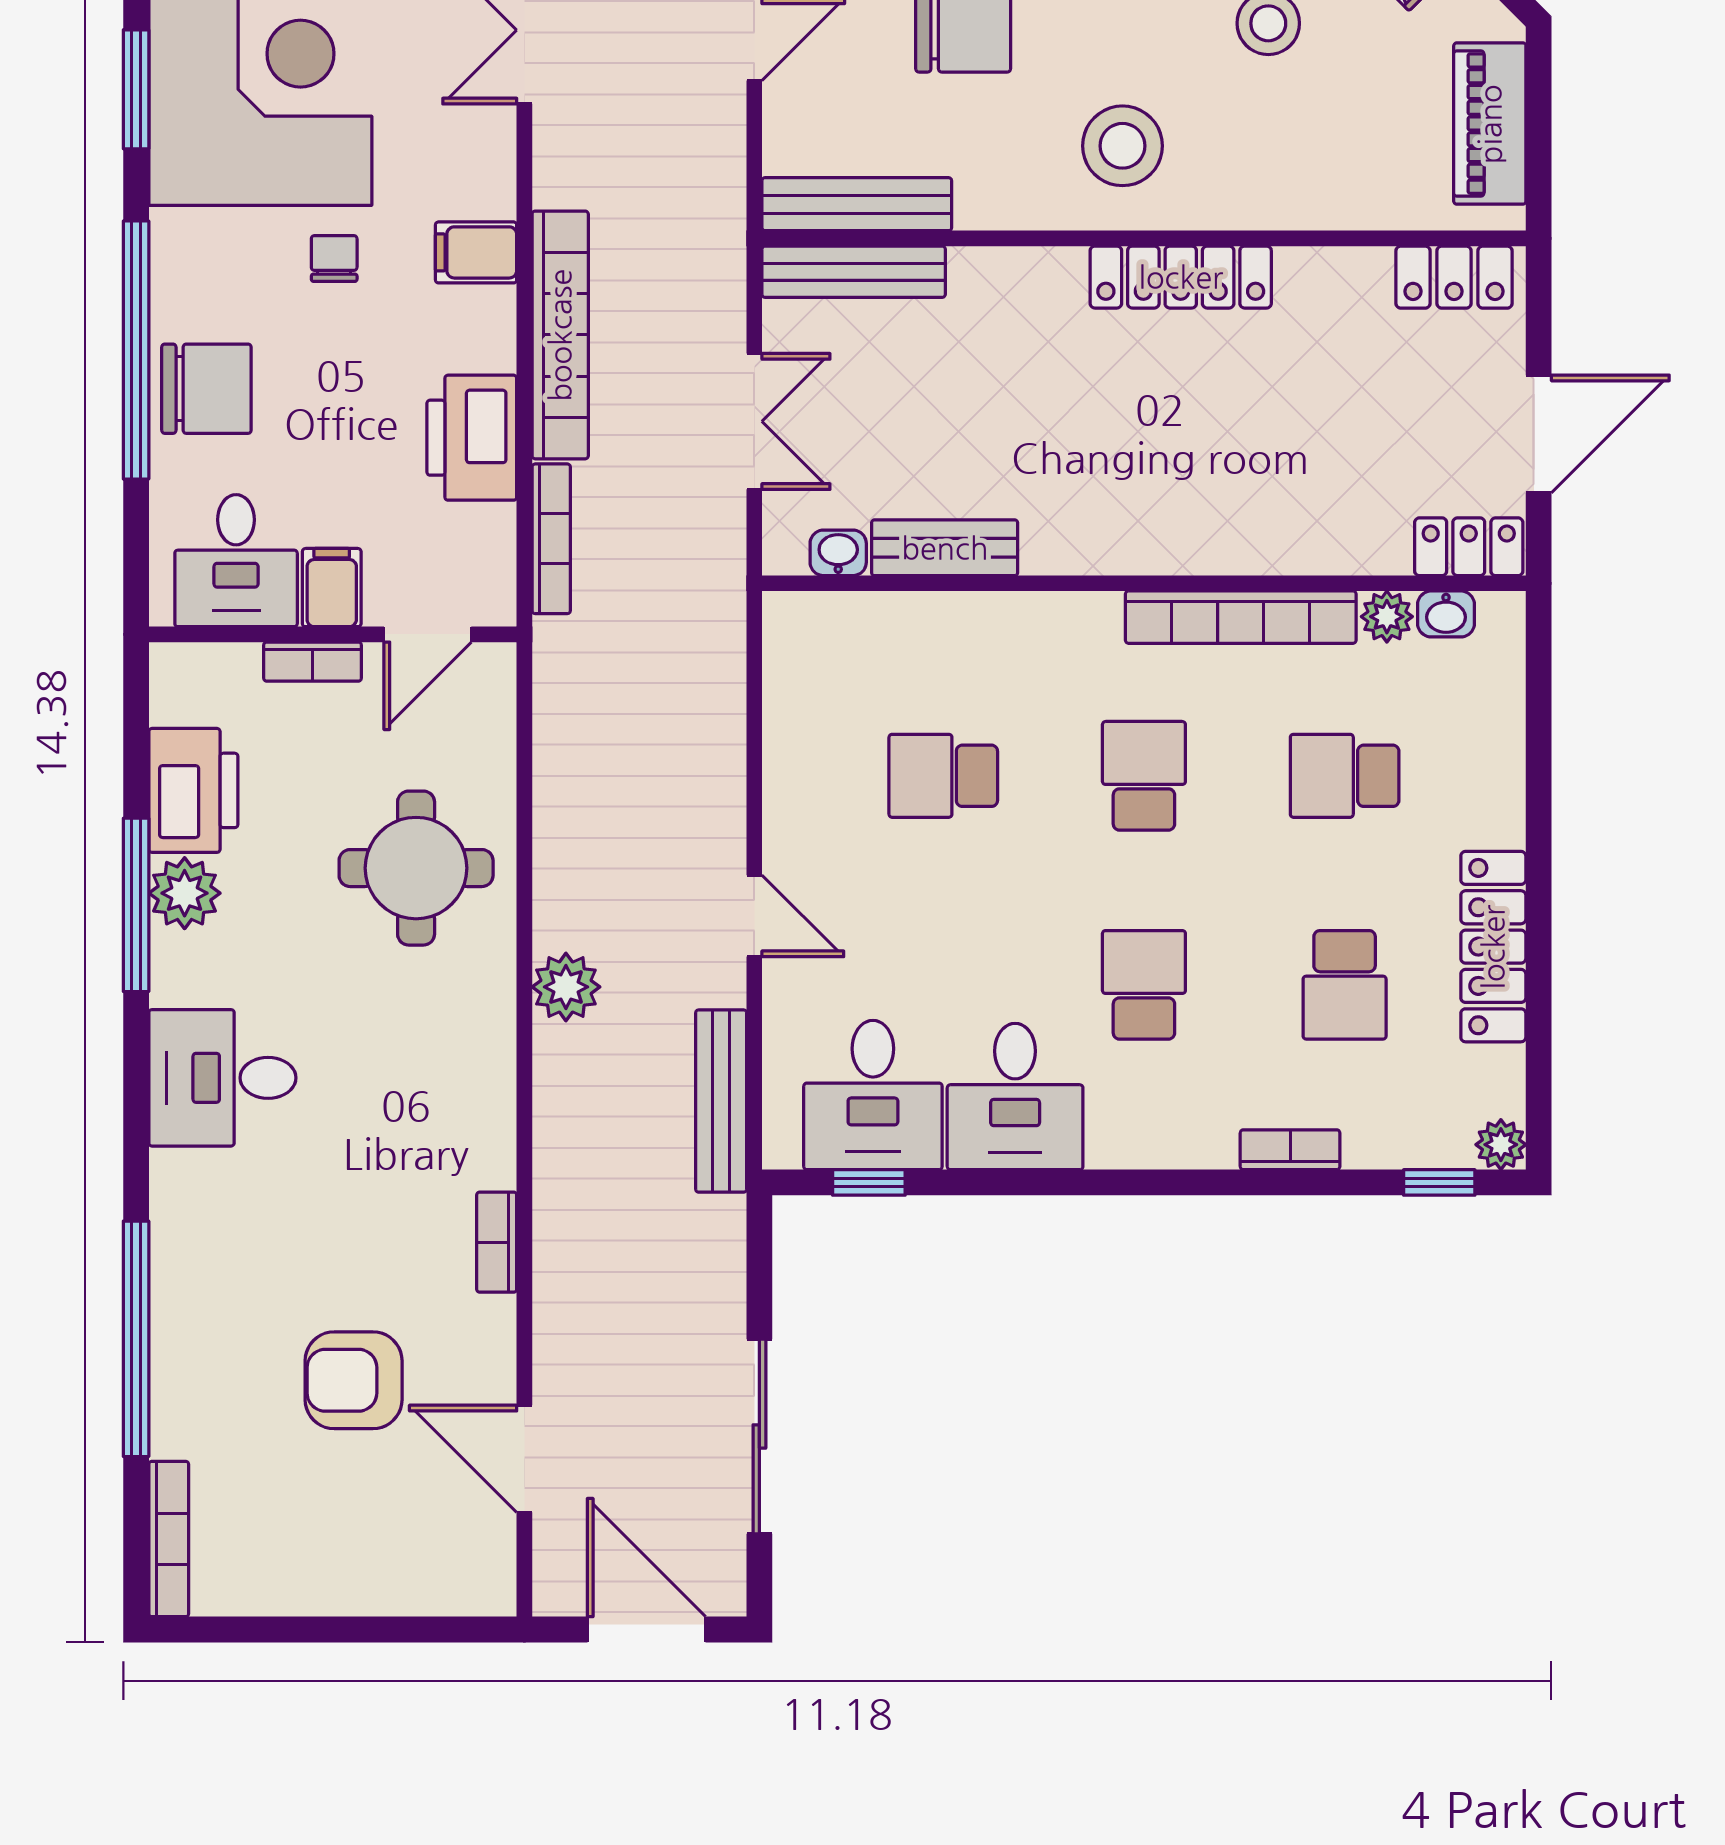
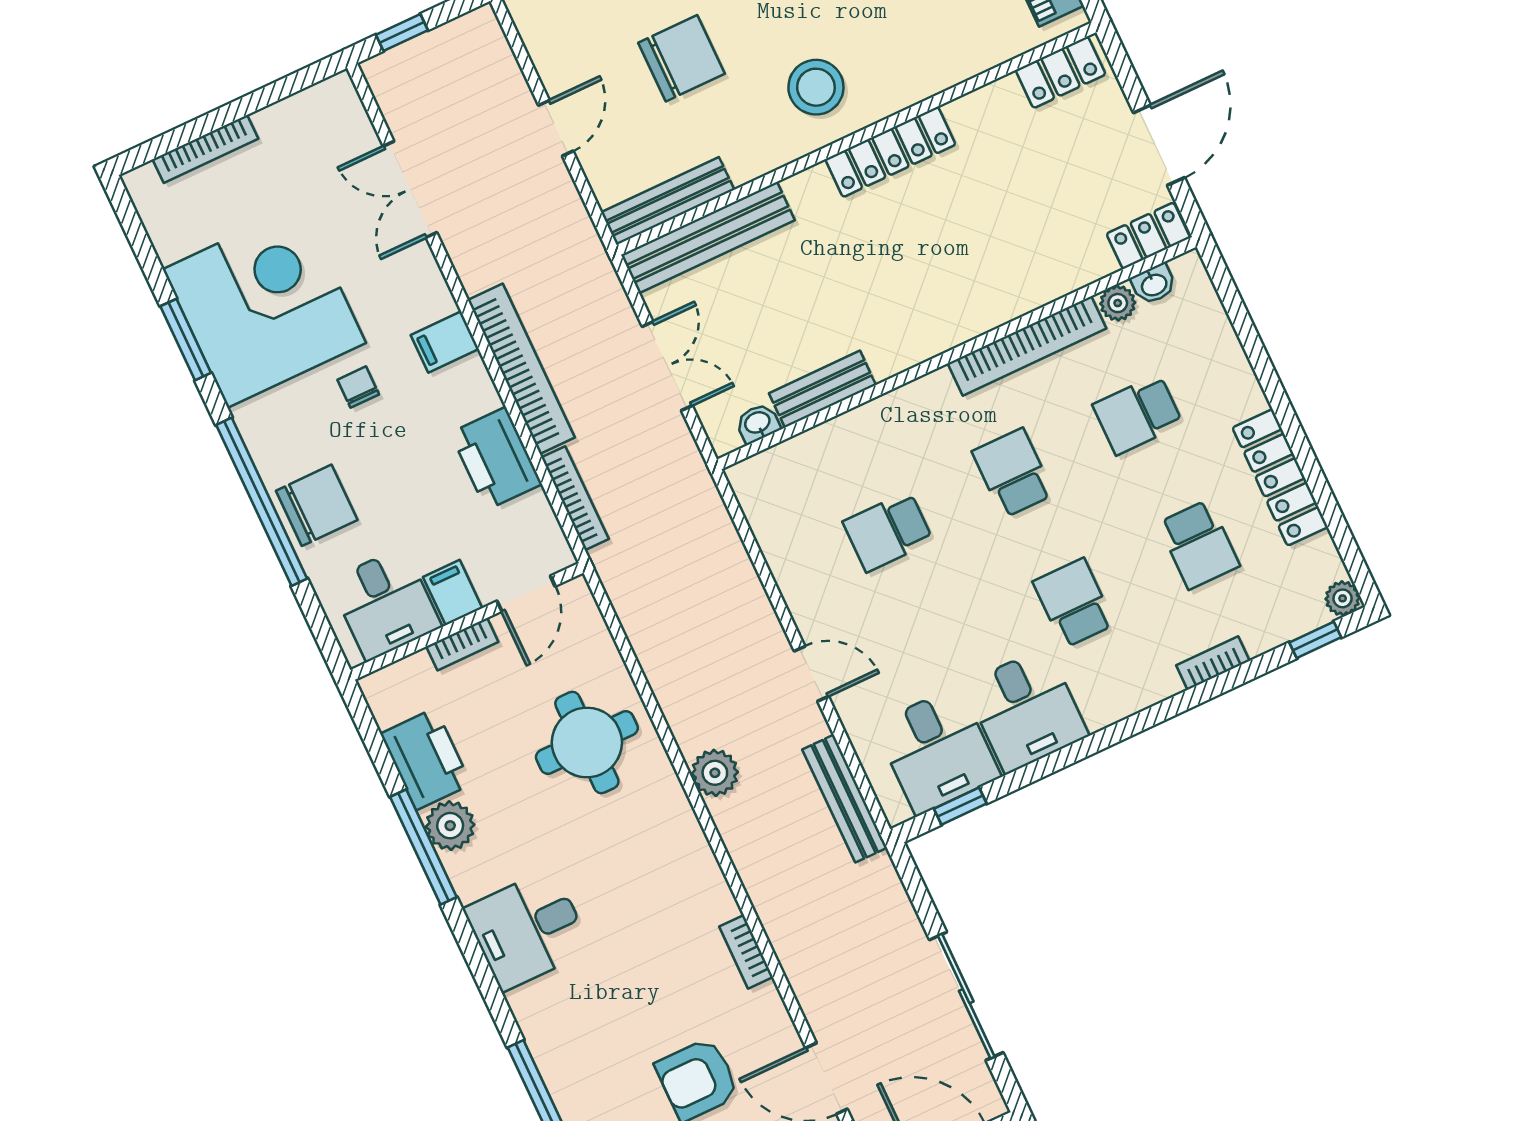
bench: (854, 272) -> (708, 238), width x1.37, depth x1.21

